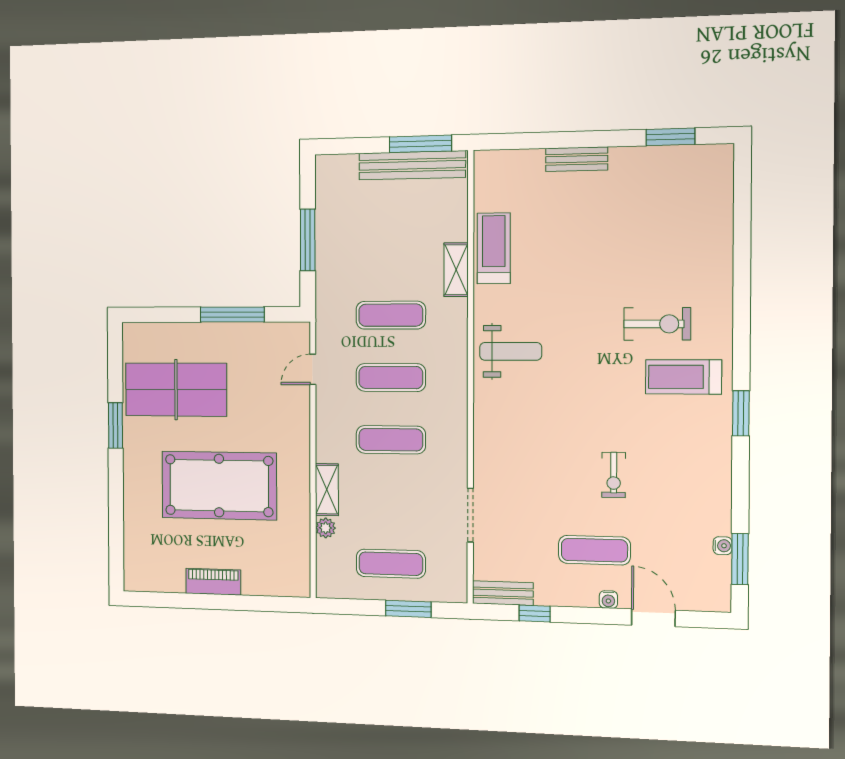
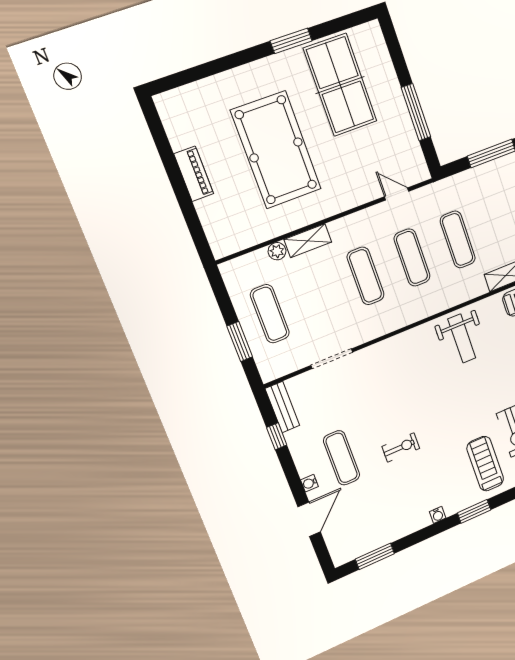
exercise bike: (614, 475) -> (401, 447), turned 180
water cooler: (723, 546) -> (438, 515), moved

